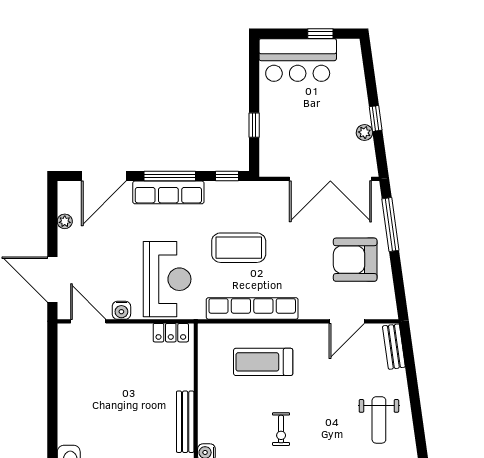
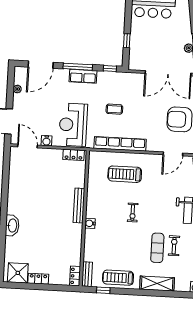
row of seats: (168, 192) -> (83, 76), width x0.68
coffee table: (239, 248) -> (114, 109), width x0.54, depth x0.58
reception desk: (167, 279) -> (73, 125), turned 180

